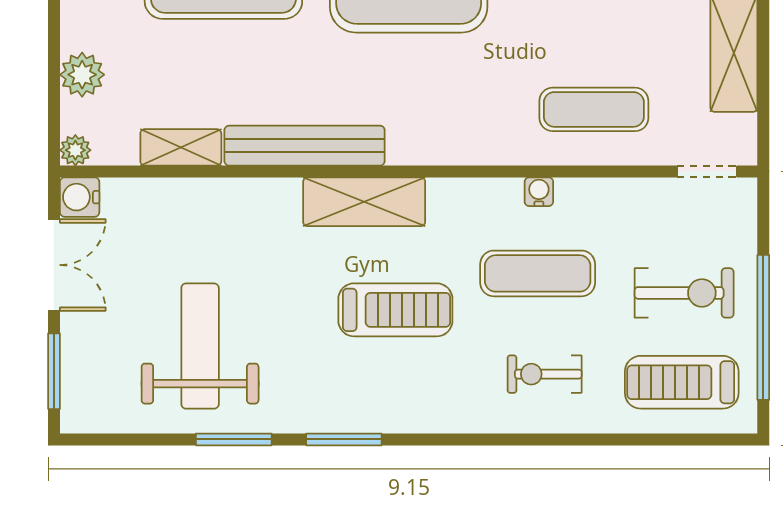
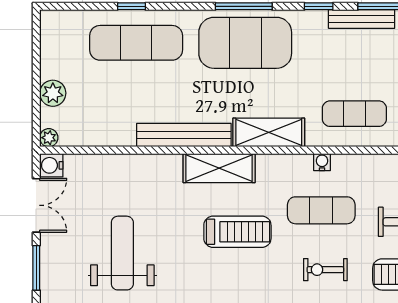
shelving: (181, 147) -> (269, 132), moved, width x1.50, depth x1.33

